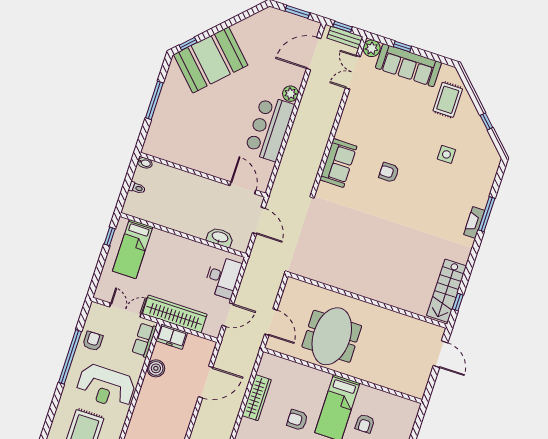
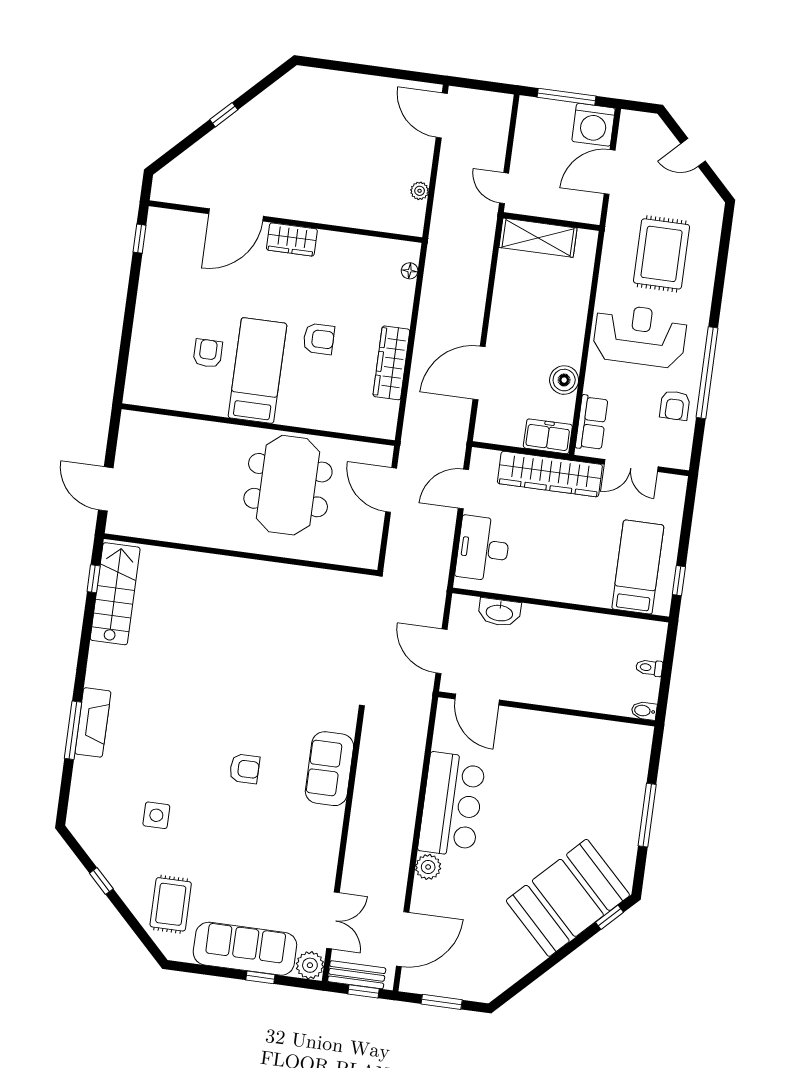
fireplace: (474, 222) -> (93, 722), width x1.37, depth x1.32

